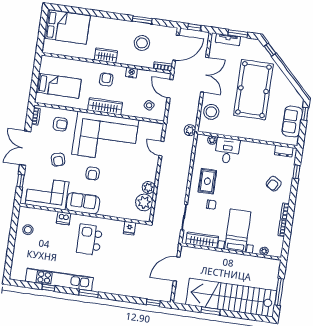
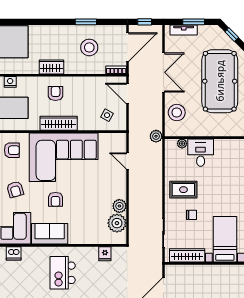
nightstand: (132, 73) -> (10, 82), moved
rug: (207, 181) -> (183, 190), turned 90
dishwasher: (64, 218) -> (14, 253), moved

